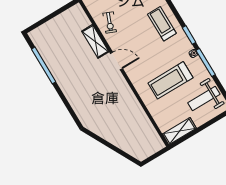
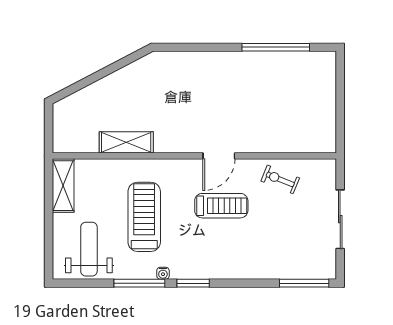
treadmill: (162, 24) -> (221, 206), moved
shelving: (95, 41) -> (126, 142), moved

